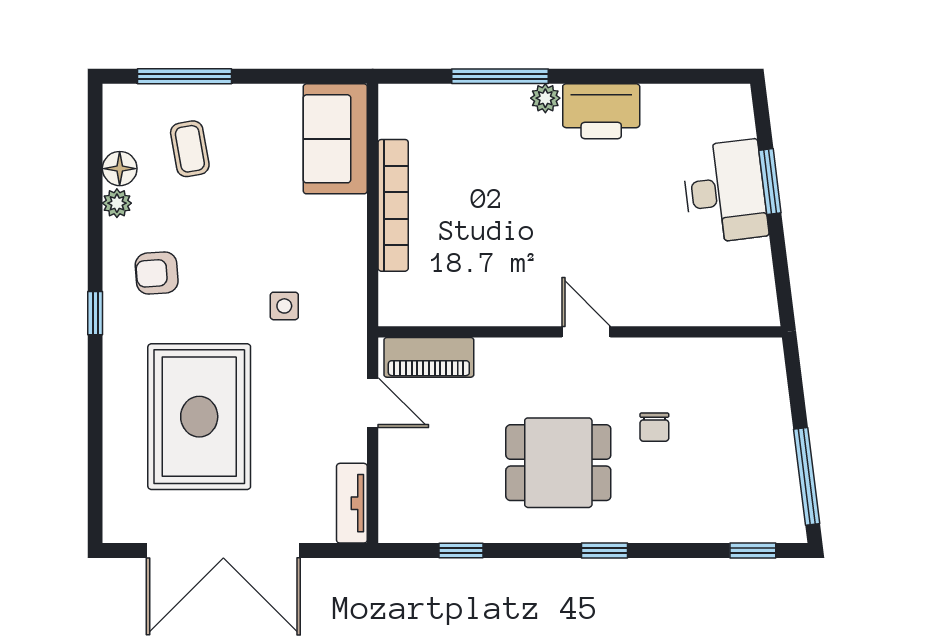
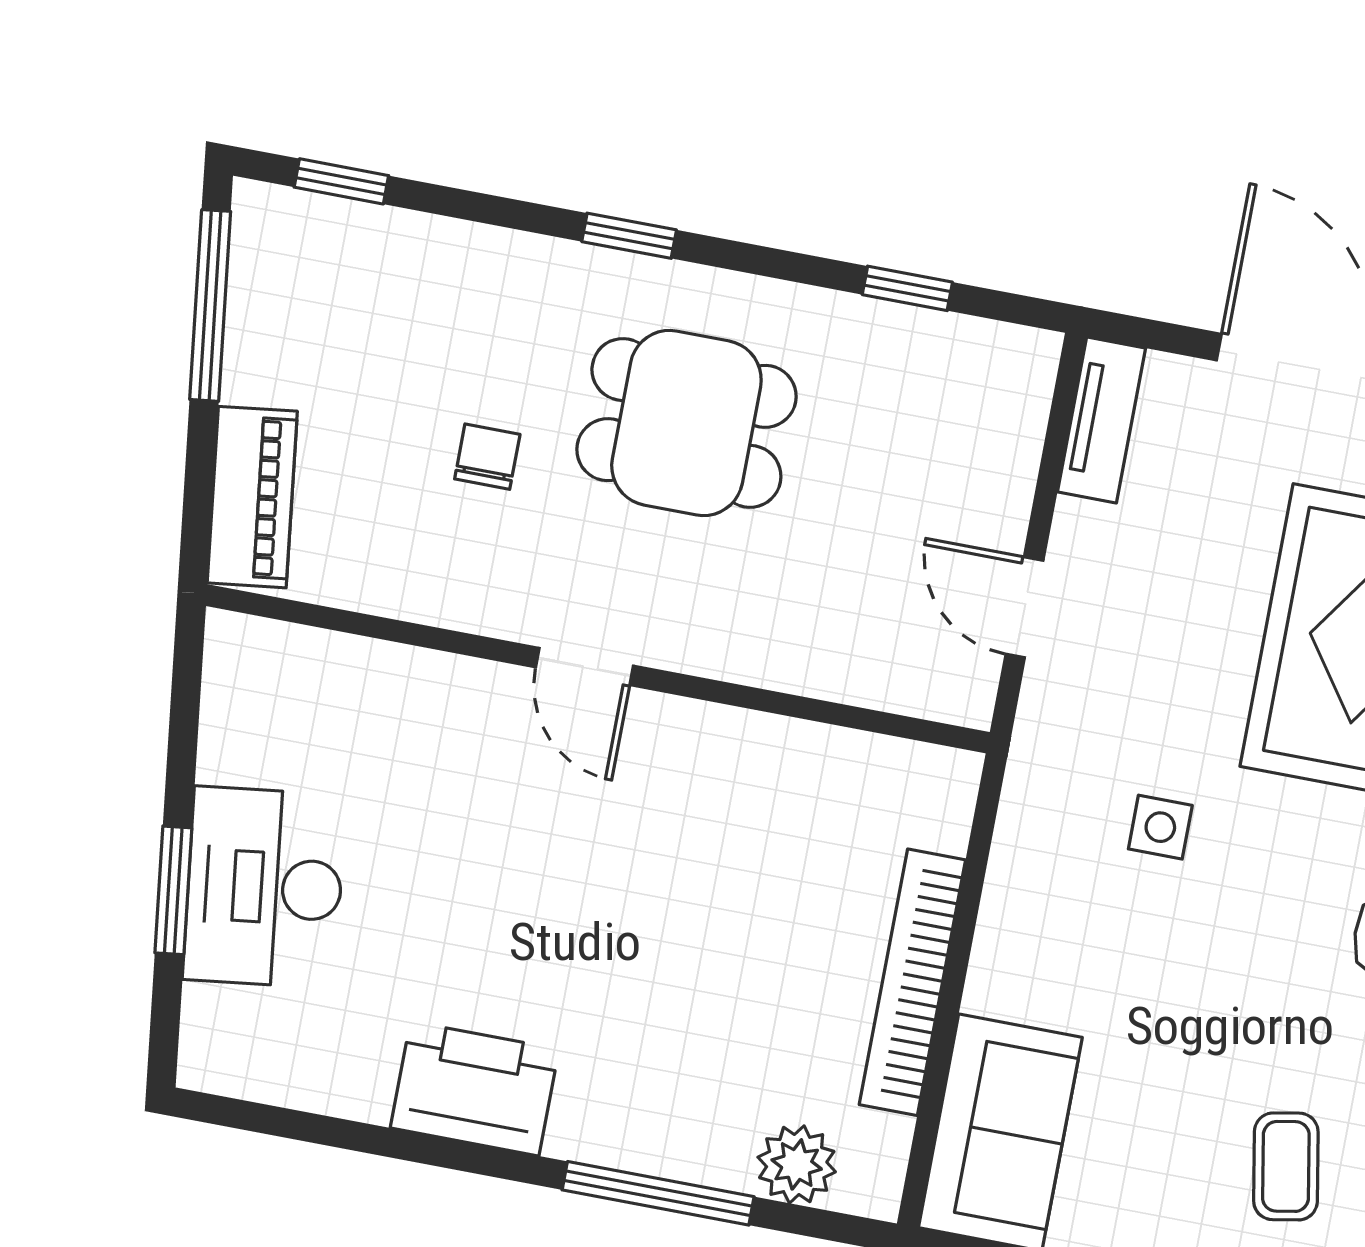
plant: (545, 98) -> (797, 1164), moved, width x1.38, depth x1.38
piano: (429, 357) -> (252, 497), moved, turned 83

